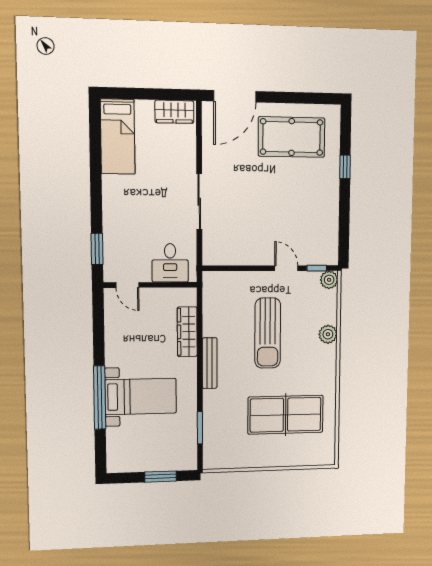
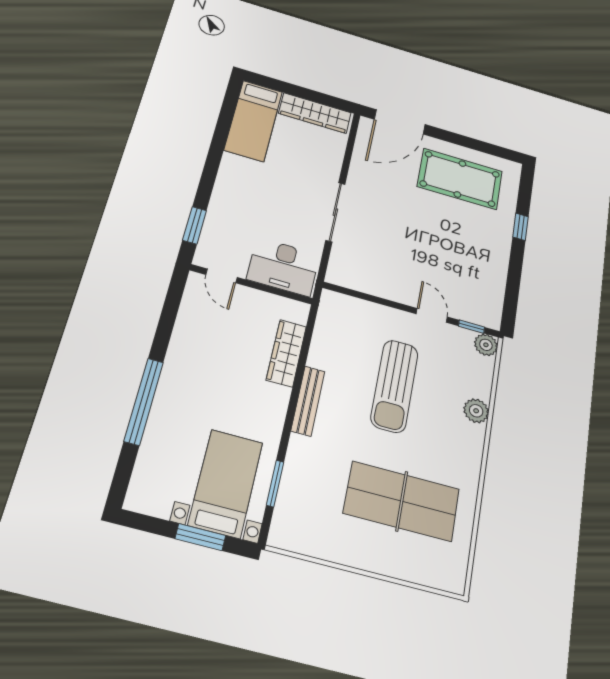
wardrobe: (174, 112) -> (315, 113), width x1.50
desk: (170, 263) -> (283, 267), width x1.37
bed with nightstands: (141, 396) -> (226, 483), moved, turned -90

